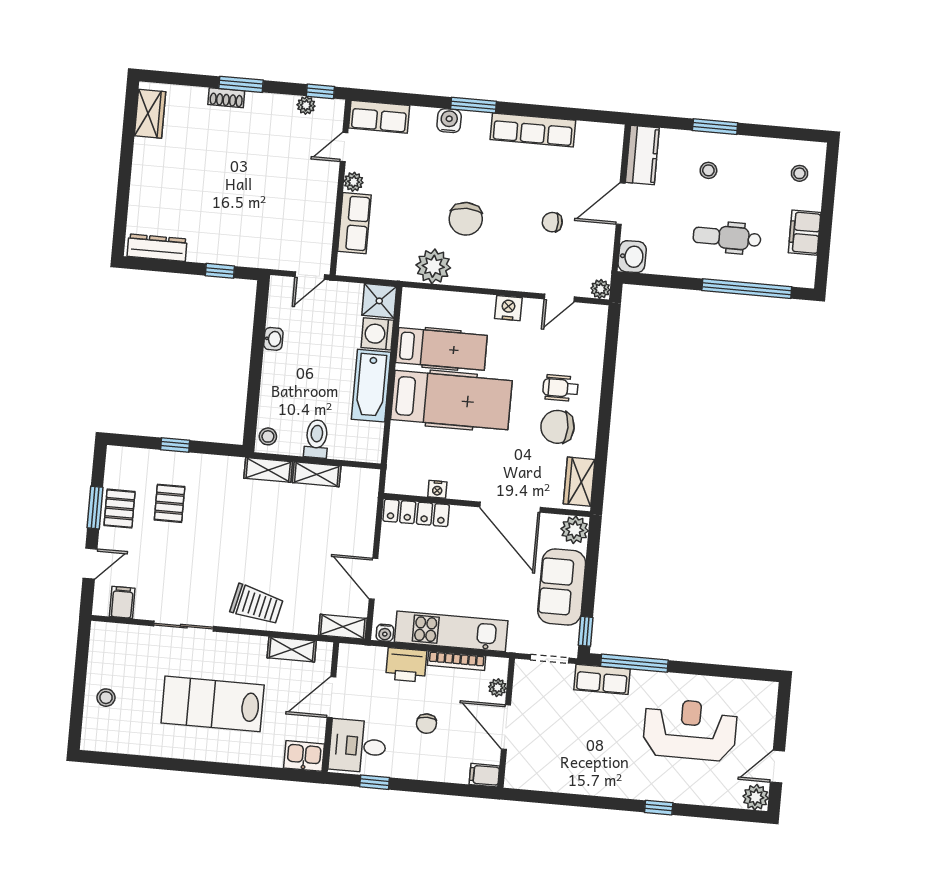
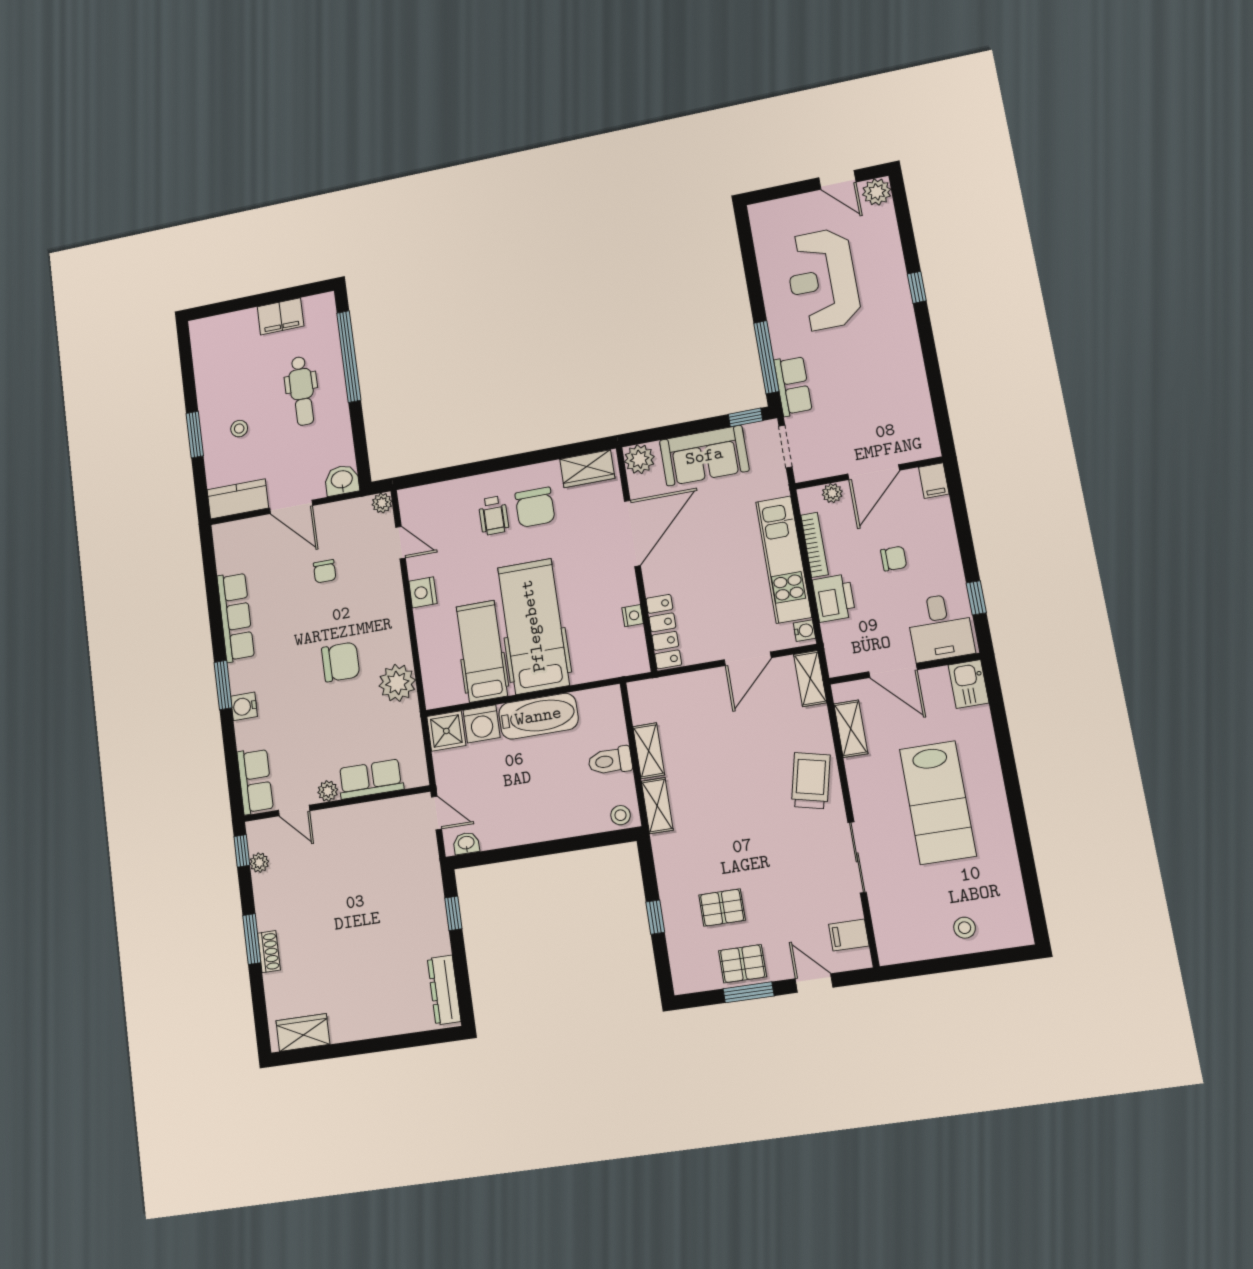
stool: (800, 173) -> (223, 339), removed
washbasin: (273, 339) -> (466, 843), moved

